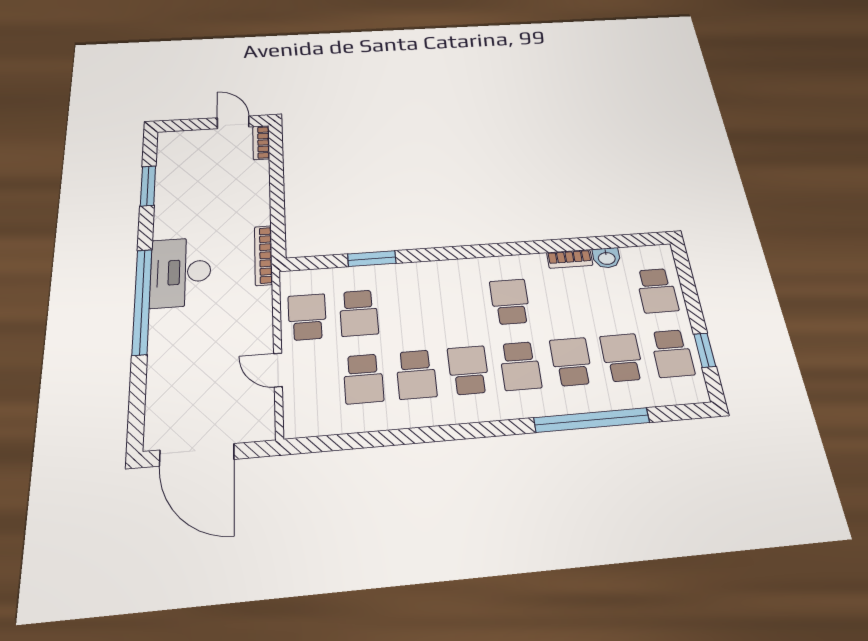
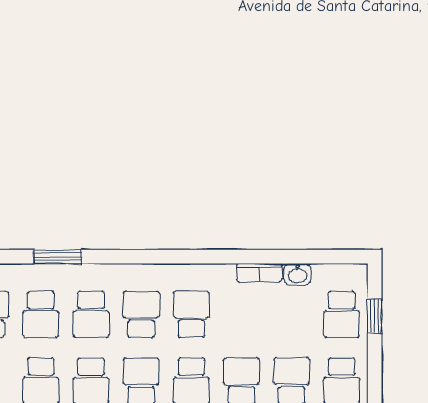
school desk: (460, 305) -> (141, 314), added
school desk: (410, 309) -> (91, 314), added
window: (705, 350) -> (375, 316), moved

